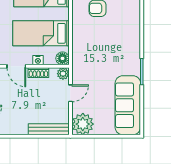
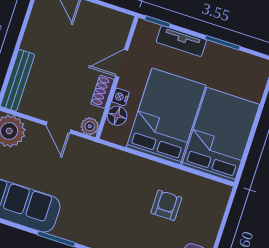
bed: (41, 33) -> (166, 116), width x1.50
floor lamp: (62, 58) -> (117, 116), moved

